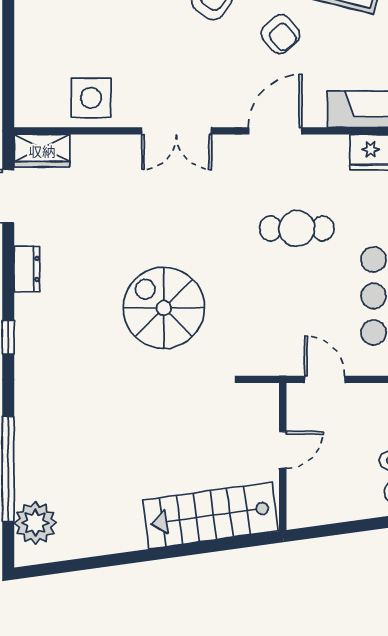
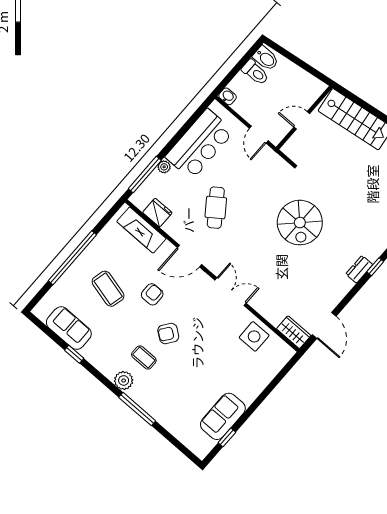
armchair: (280, 34) -> (152, 294), turned 40
cafe table: (297, 228) -> (216, 208), turned 54
dresser: (27, 269) -> (359, 269), moved

